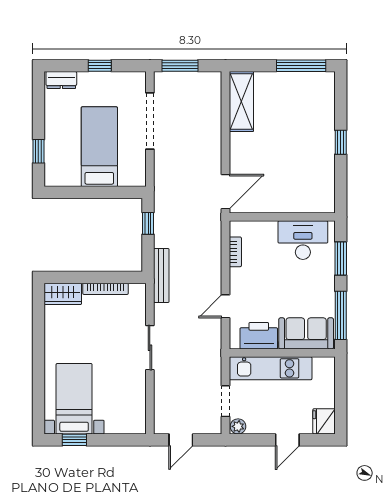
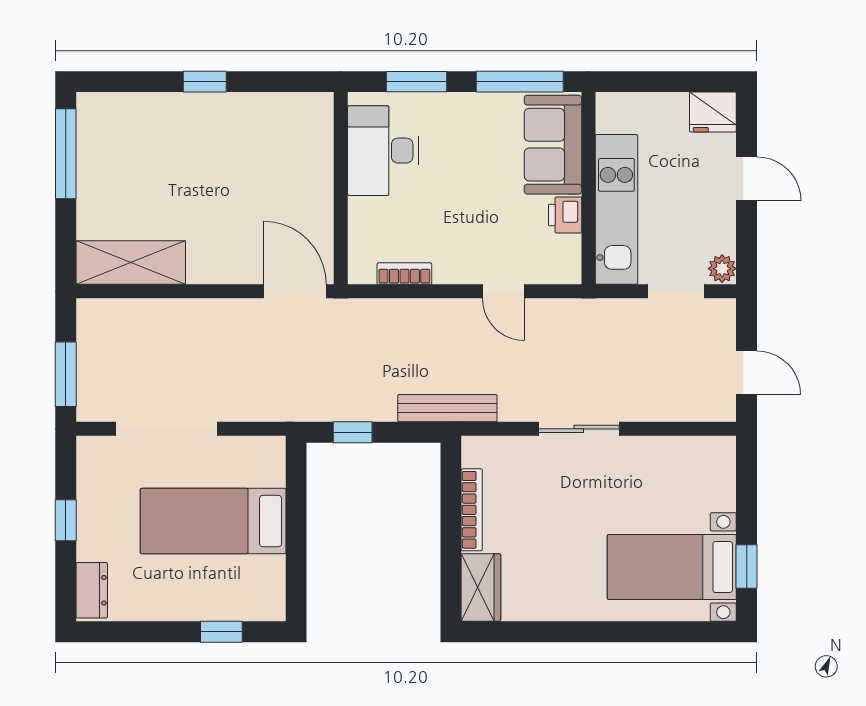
printer: (259, 336) -> (565, 215), width x0.53, depth x0.68

